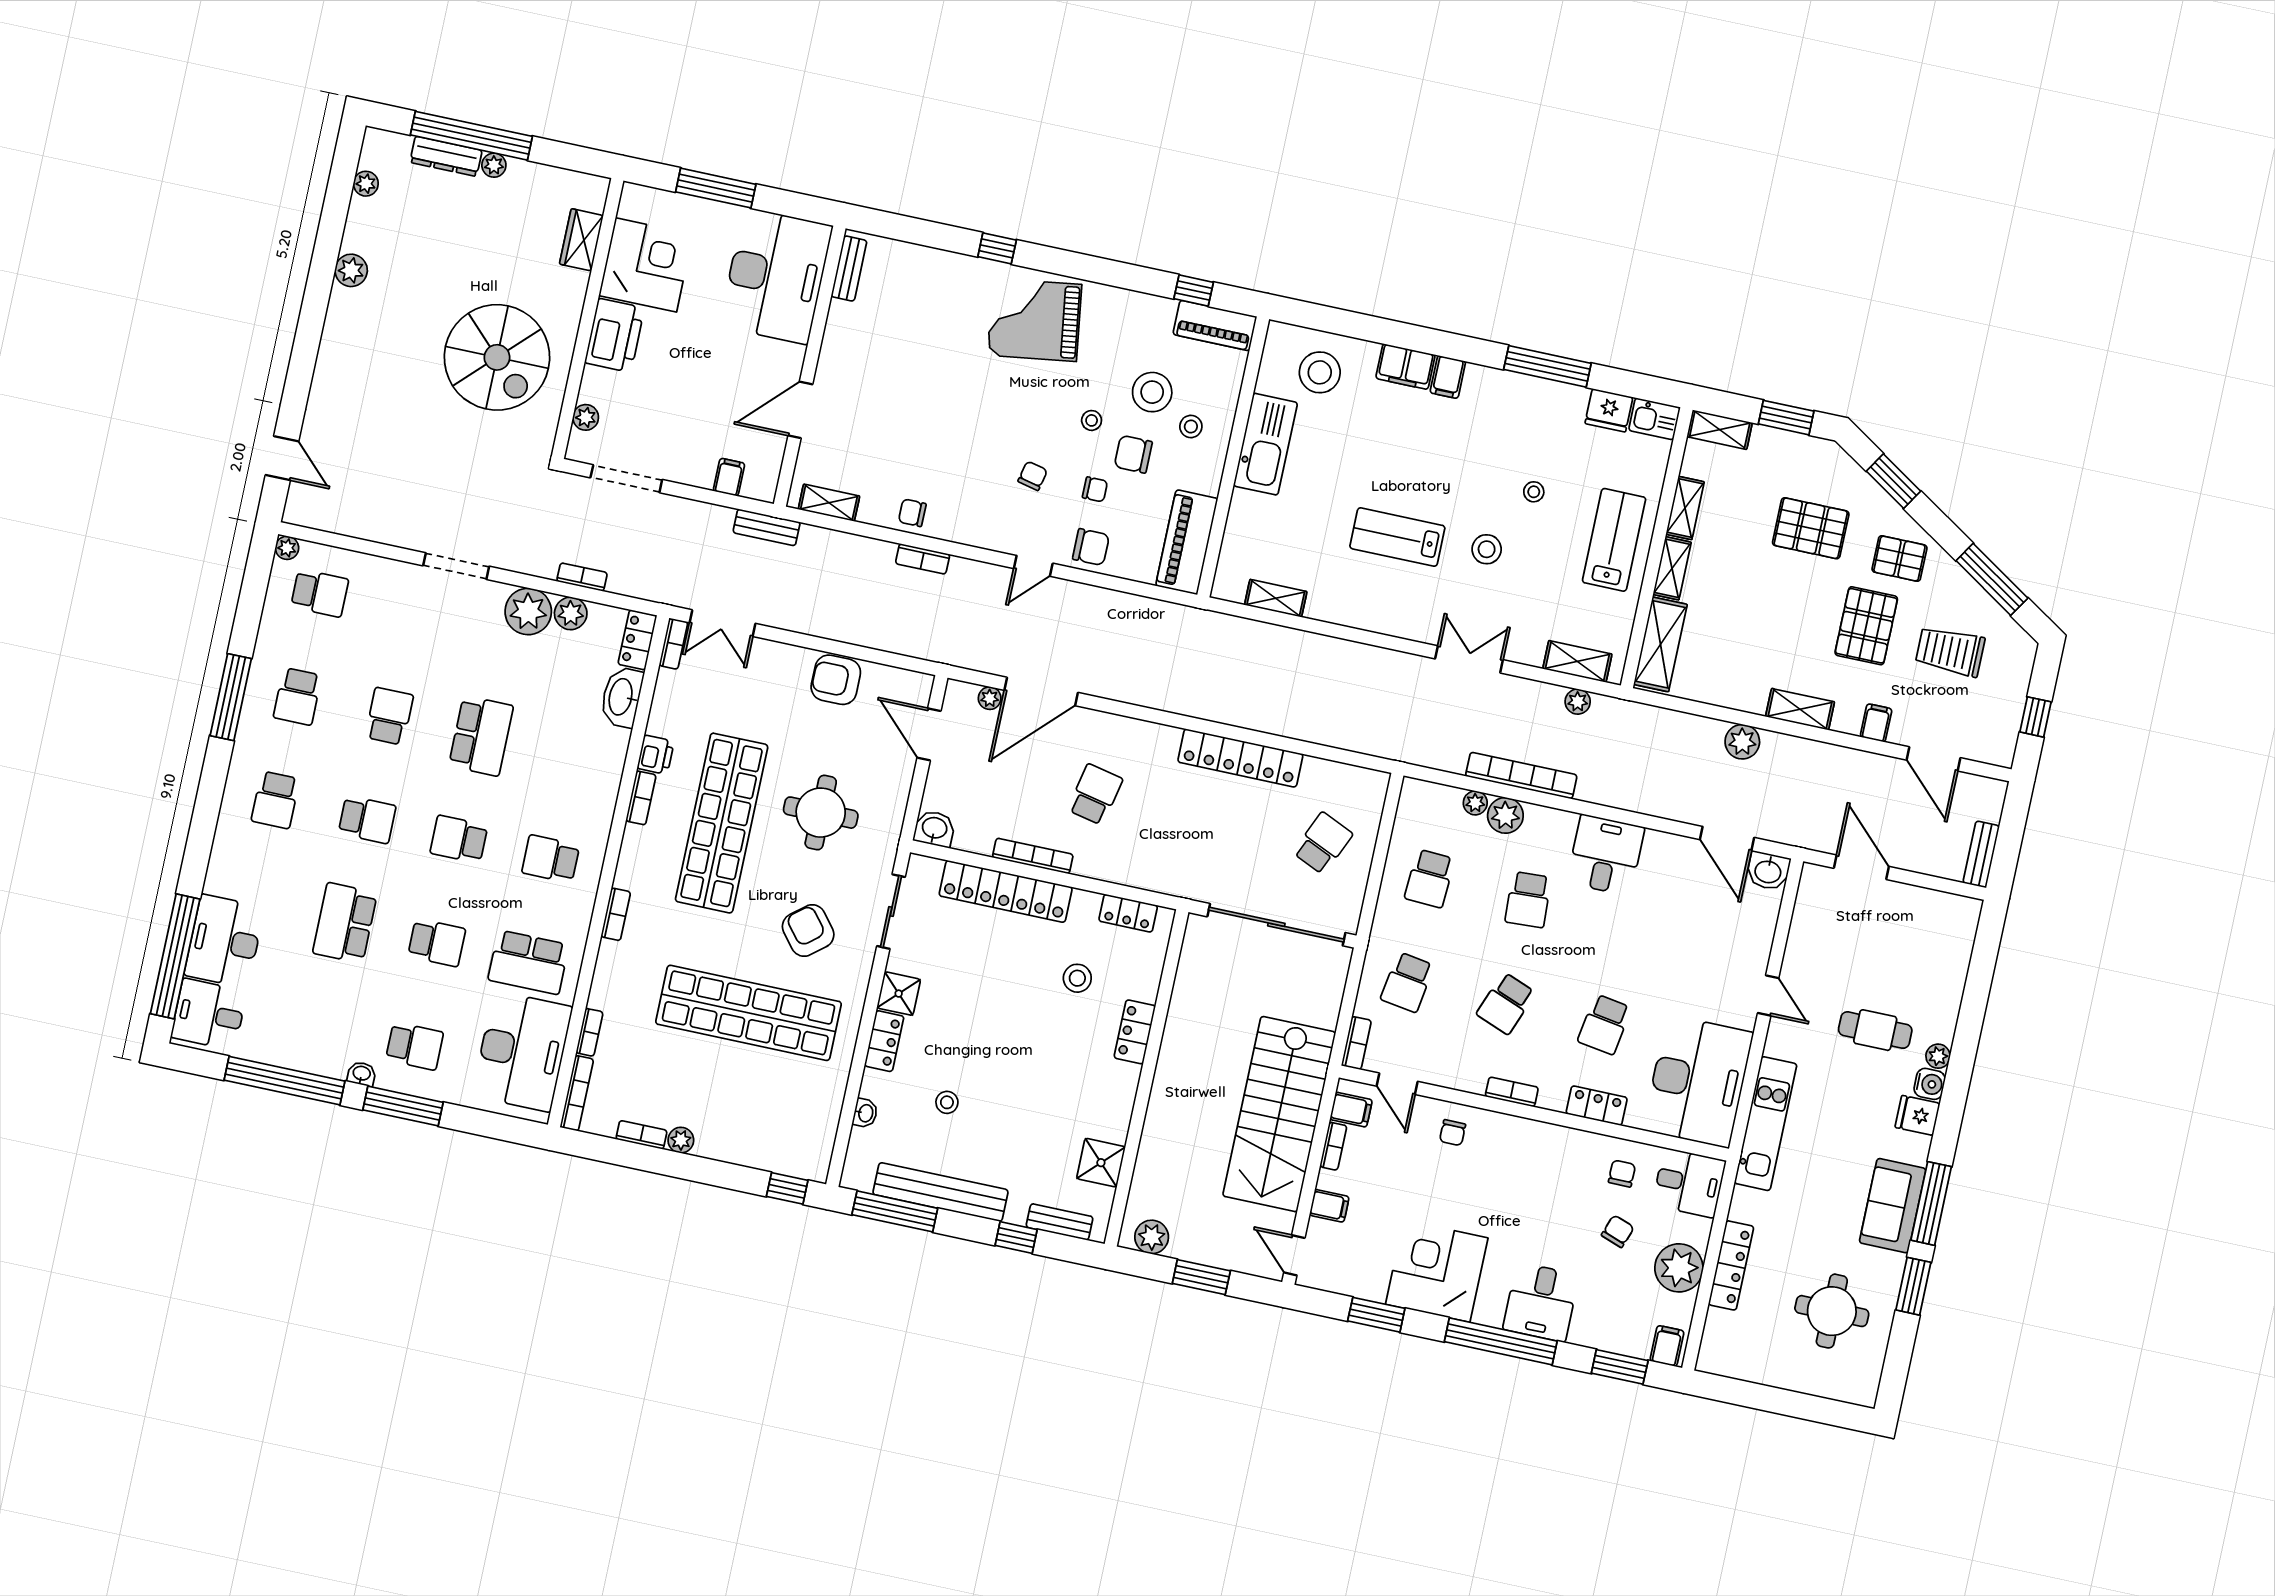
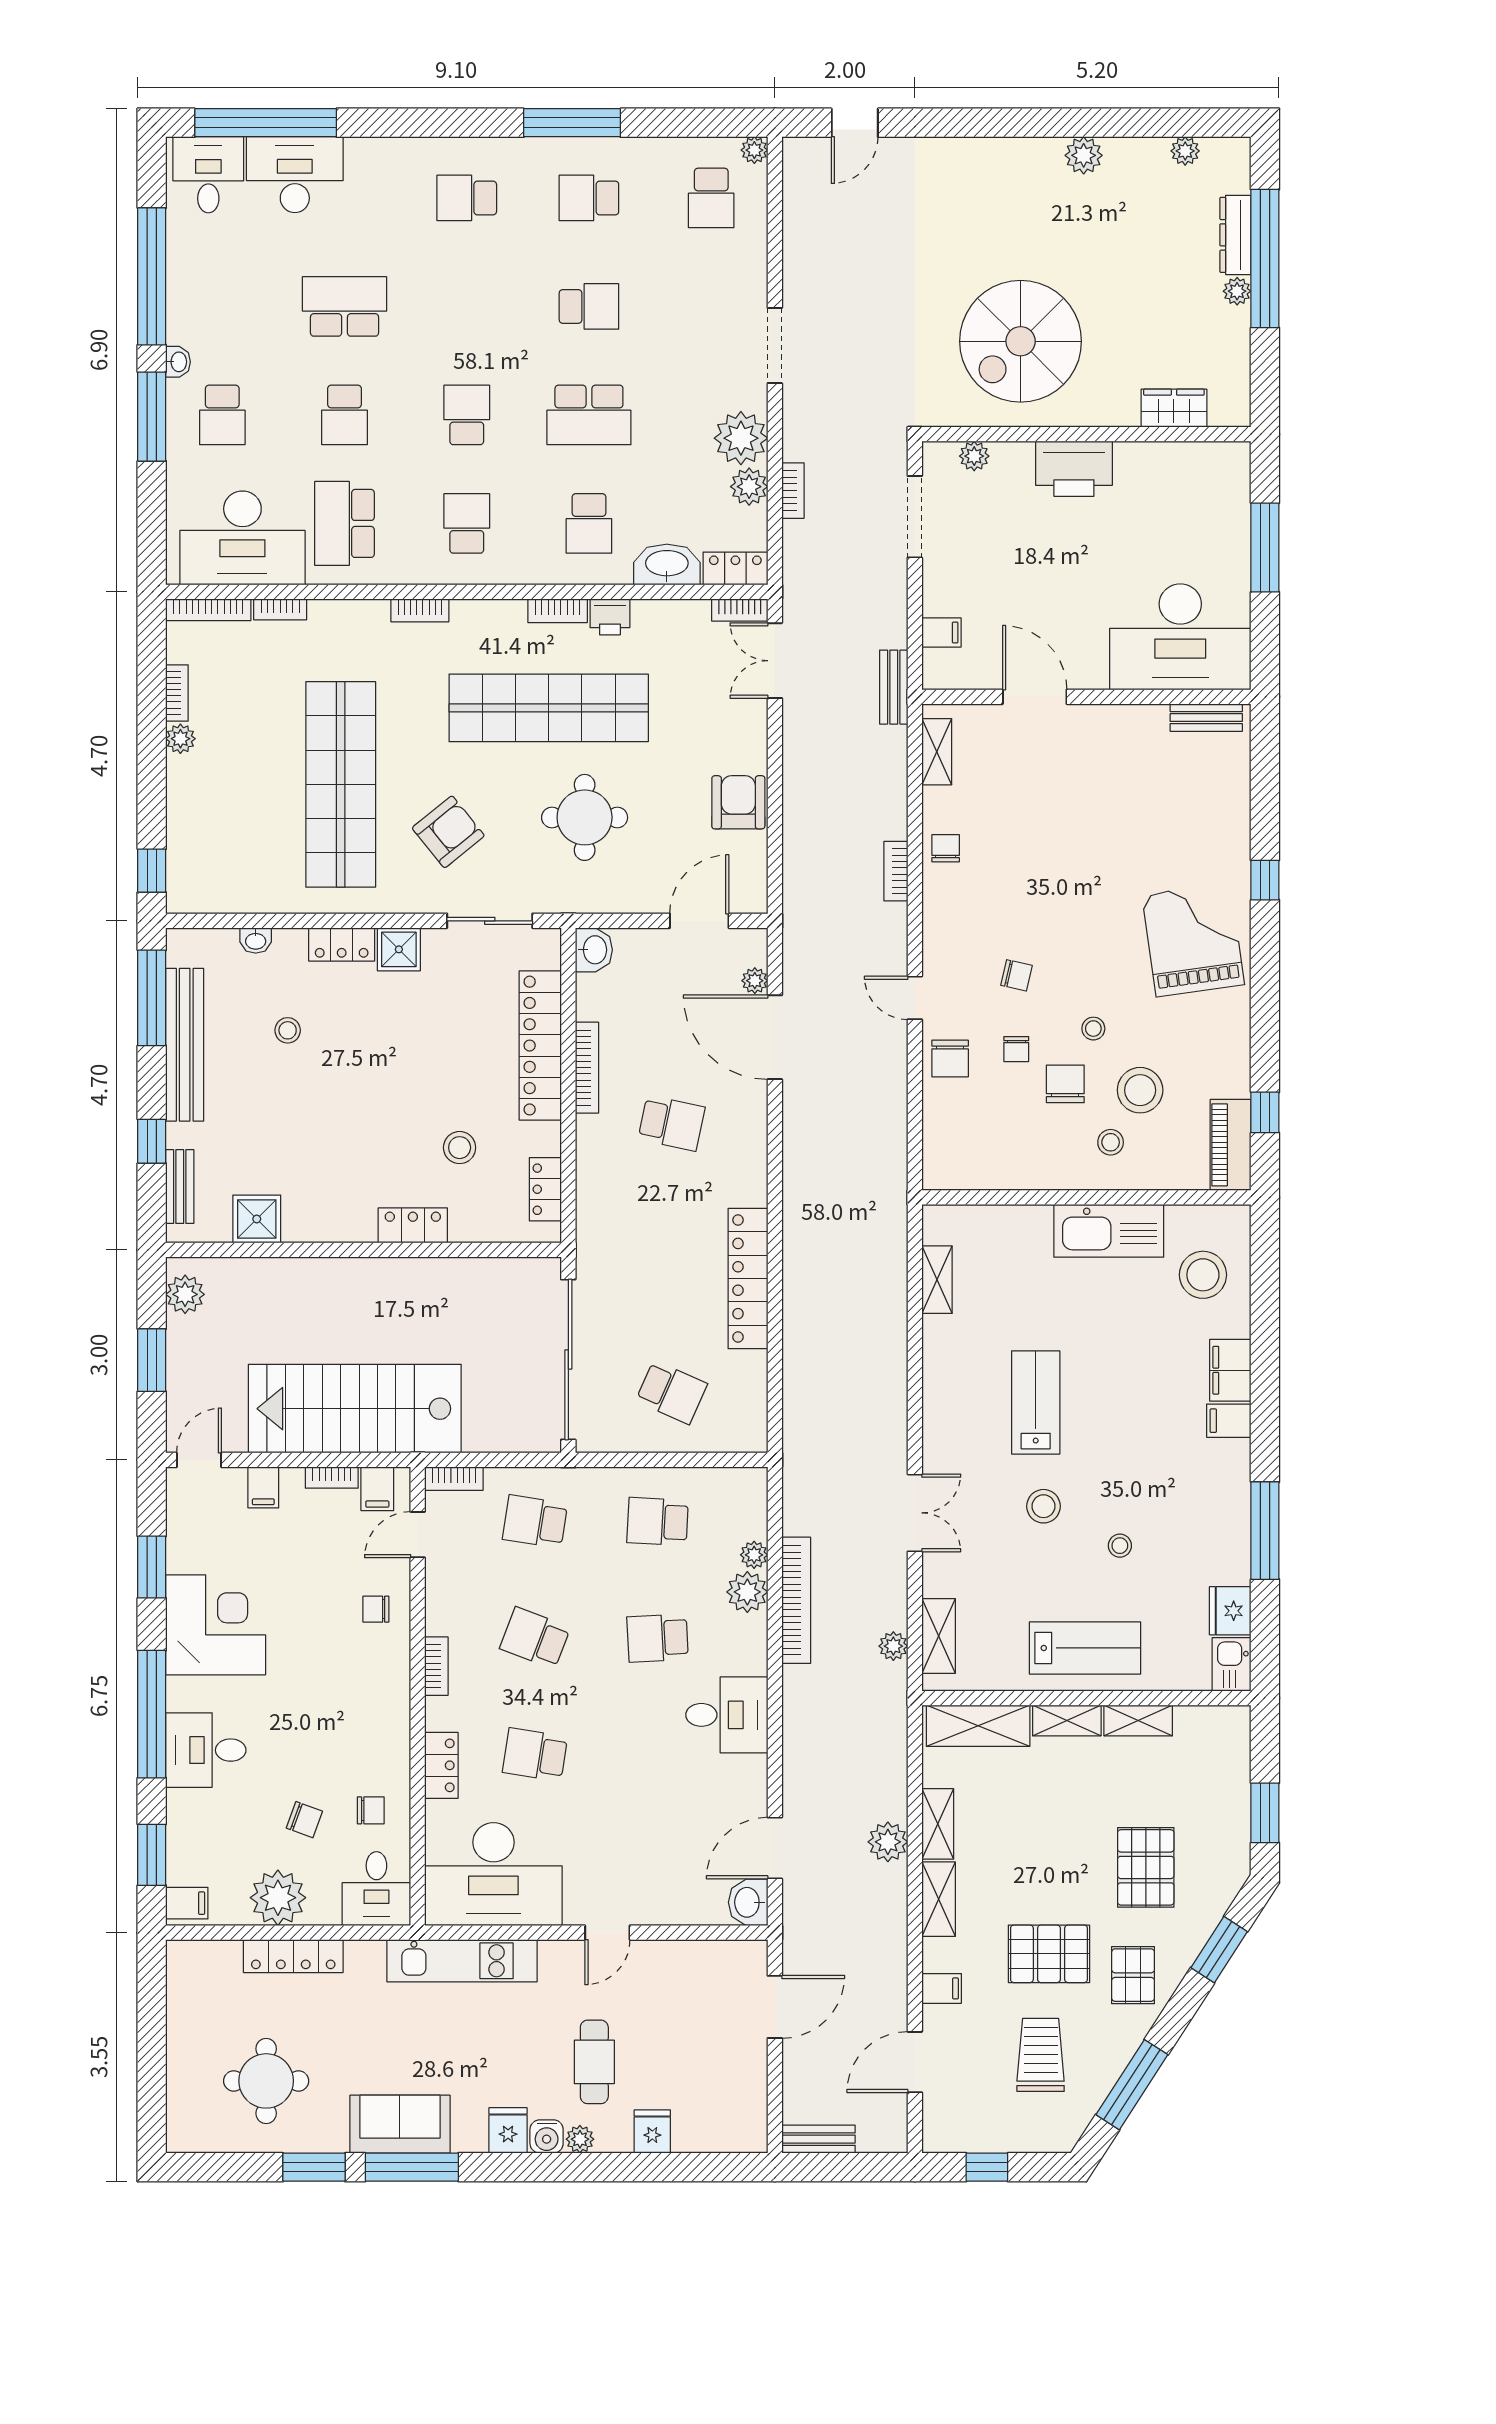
corner desk: (646, 265) -> (1161, 487), removed
shelving: (1720, 430) -> (938, 1824), moved
piano: (1187, 542) -> (979, 1166), removed
school desk: (367, 820) -> (589, 523), moved
fridge: (1945, 994) -> (652, 2132), added

